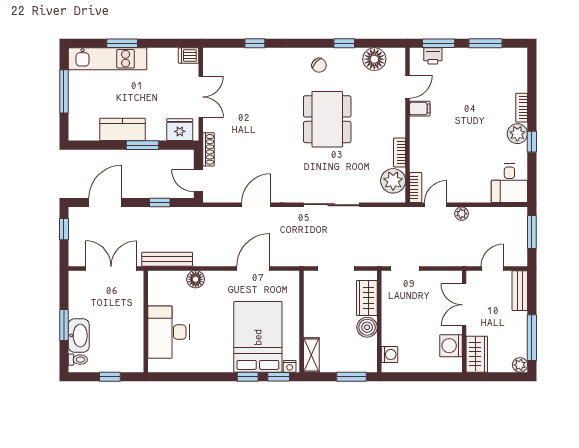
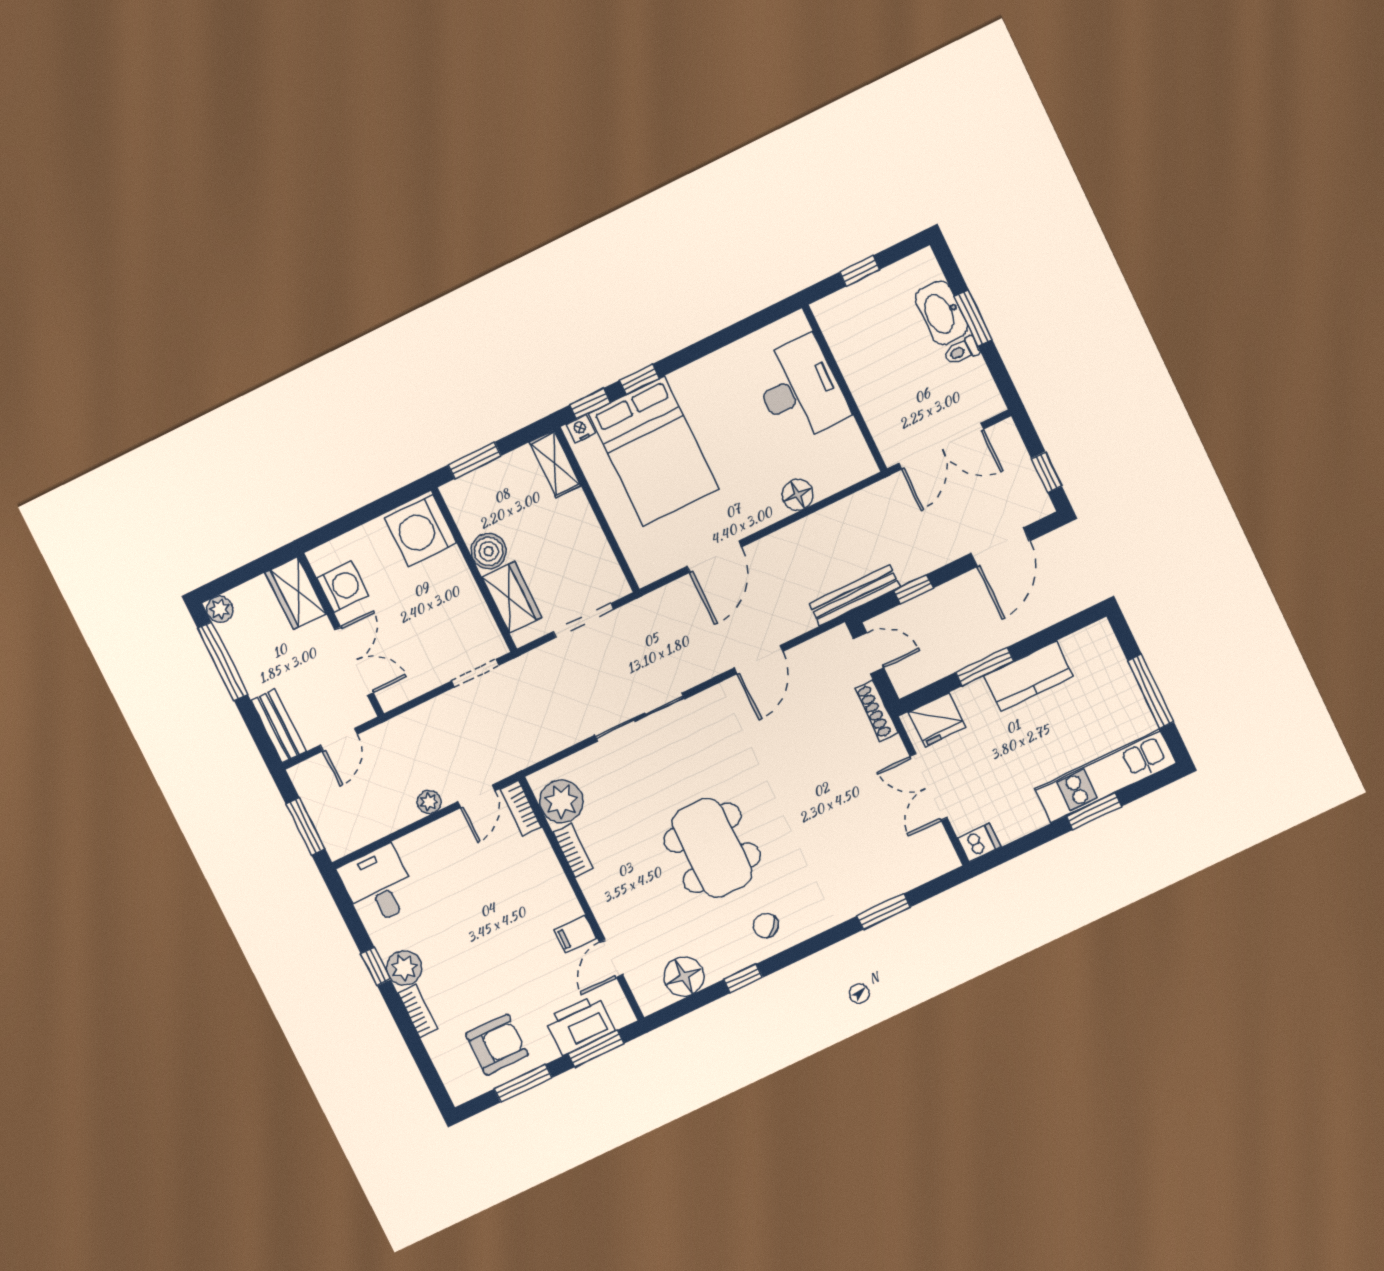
window: (255, 43) -> (884, 911), width x1.50
printer: (433, 56) -> (580, 1025), width x1.87, depth x1.48
armchair: (489, 70) -> (497, 1045), added
bench: (167, 259) -> (855, 595), moved
washing machine: (389, 355) -> (421, 531), width x1.89, depth x1.89
toilet: (78, 360) -> (962, 351), moved

